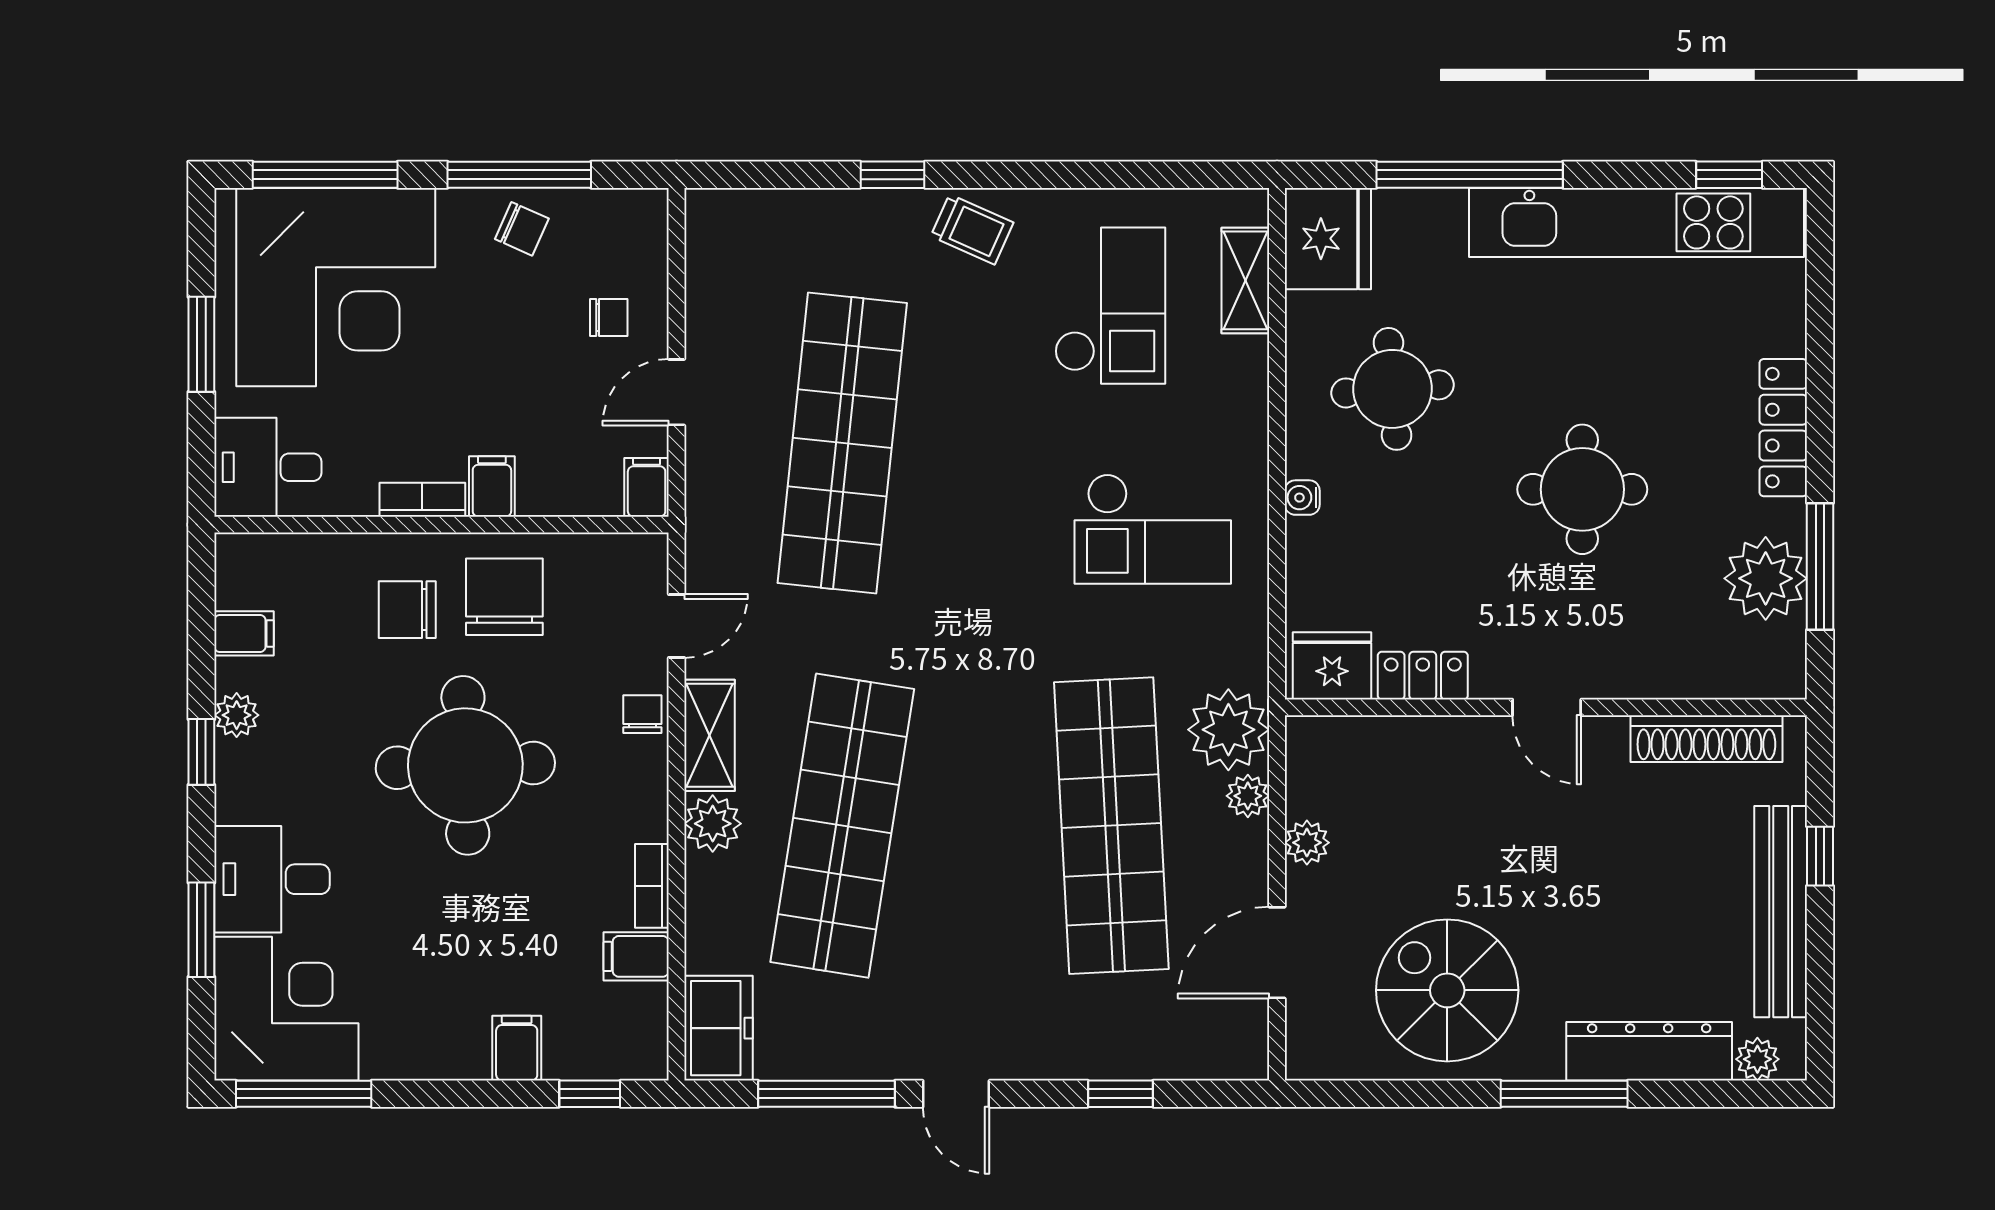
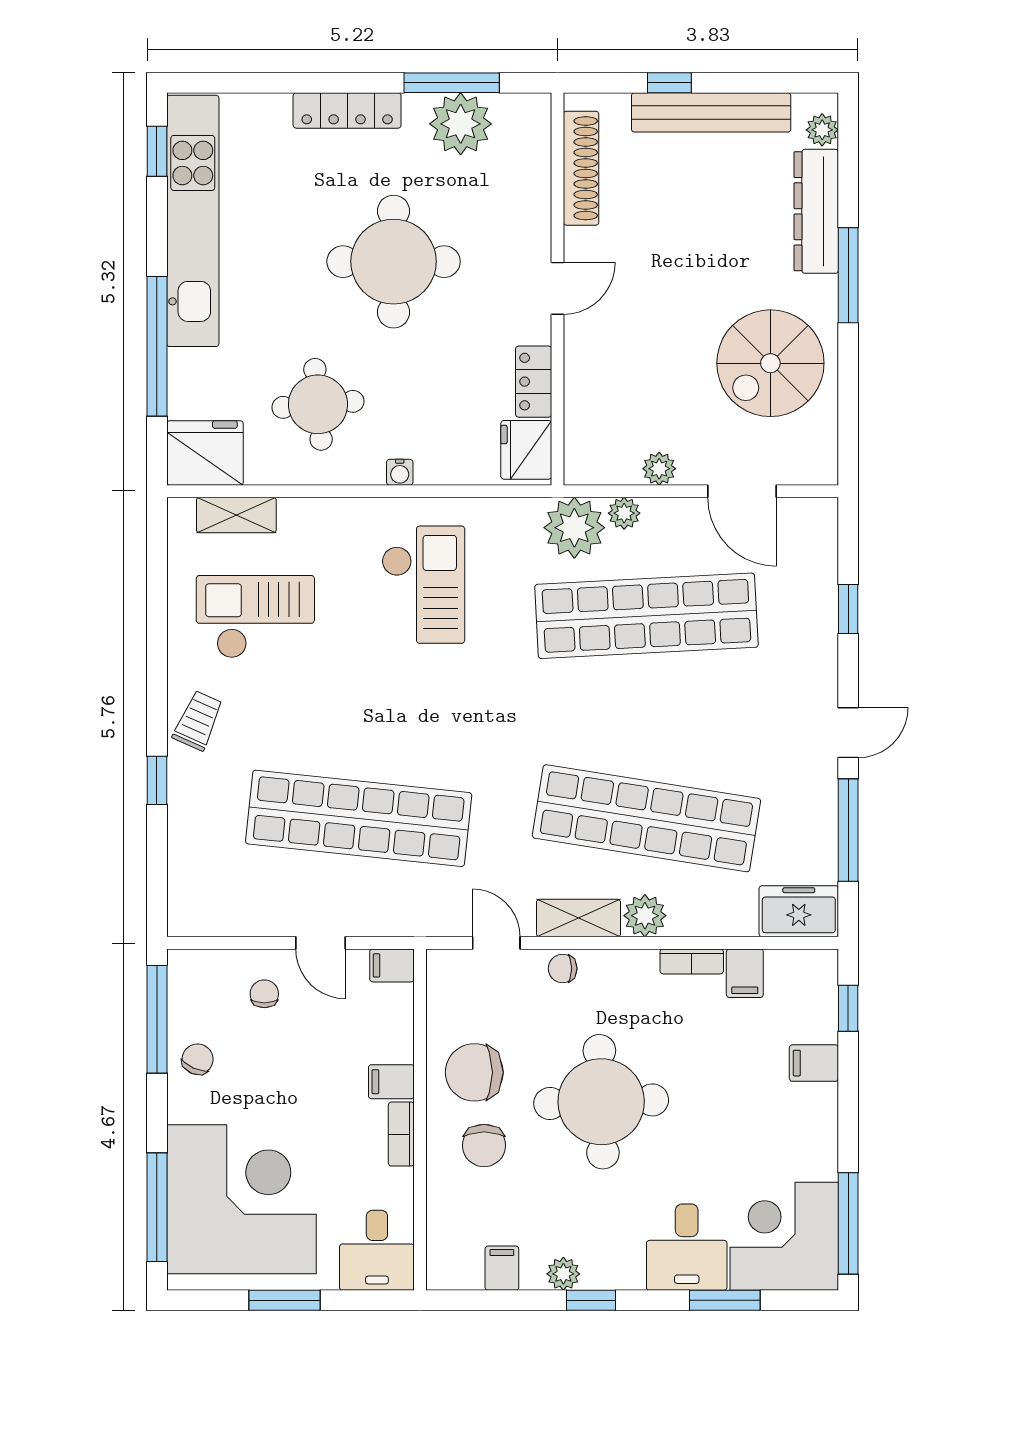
window: (519, 175) -> (157, 1019), moved
round table: (1582, 489) -> (394, 262), width x1.36, depth x1.36

